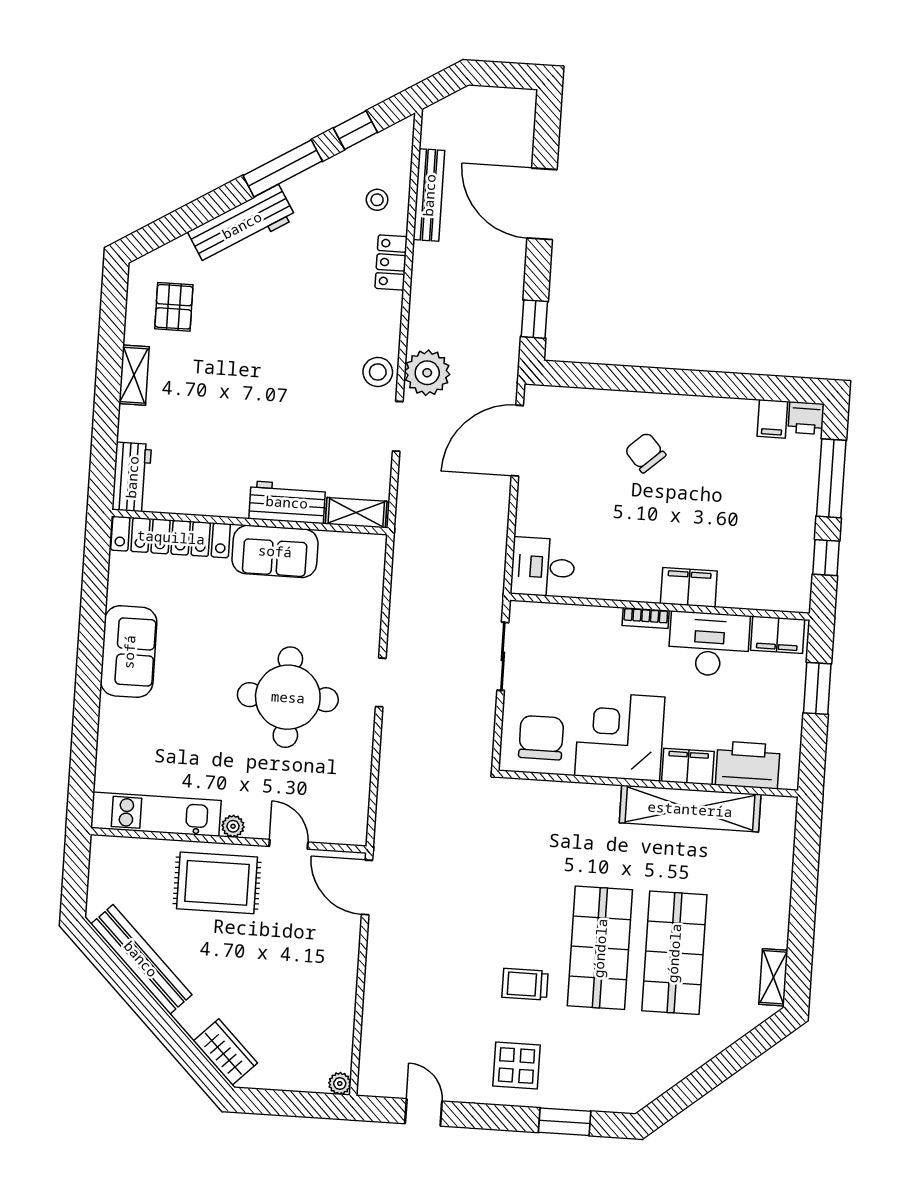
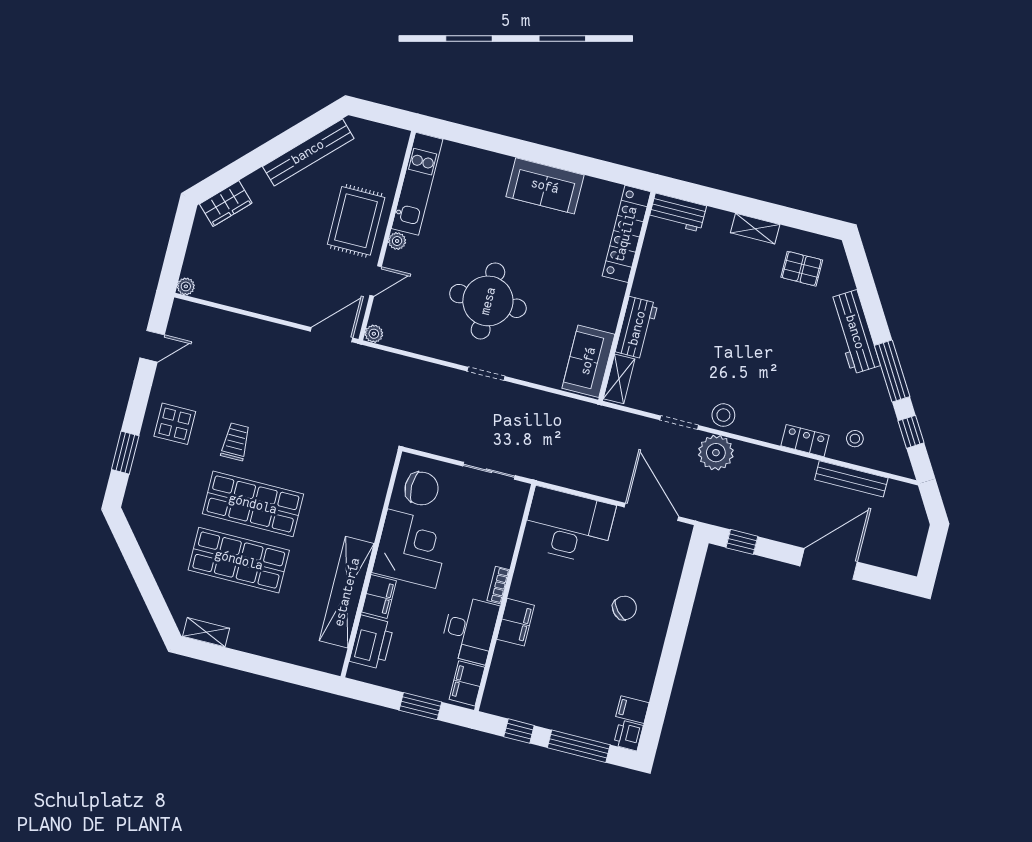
sofa: (275, 551) -> (588, 361), moved
desk: (543, 567) -> (569, 526), width x1.87, depth x1.30
plant: (356, 834) -> (374, 334), added

